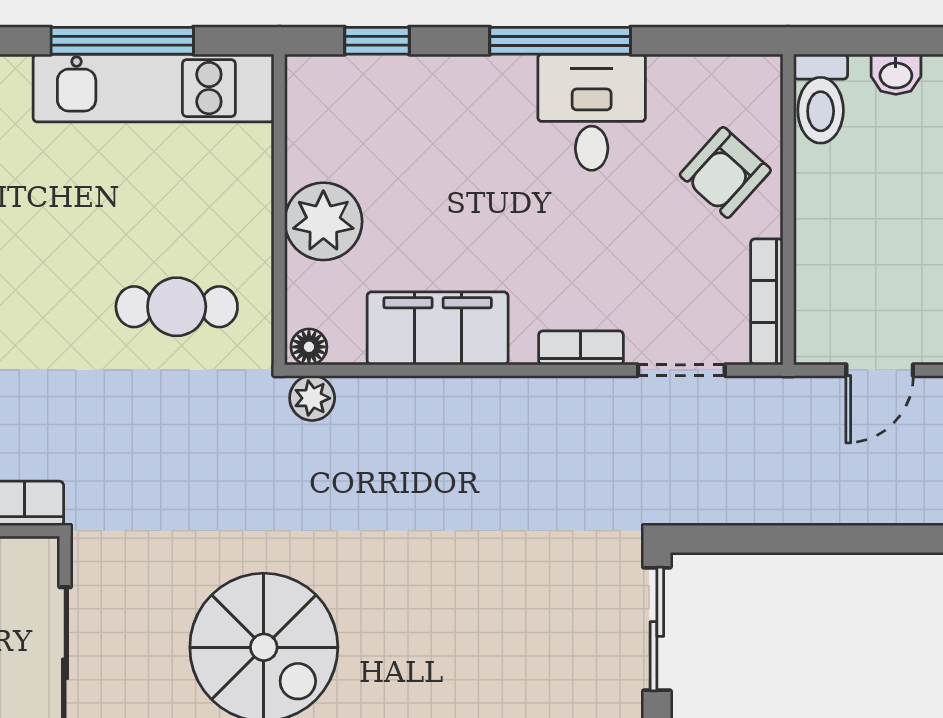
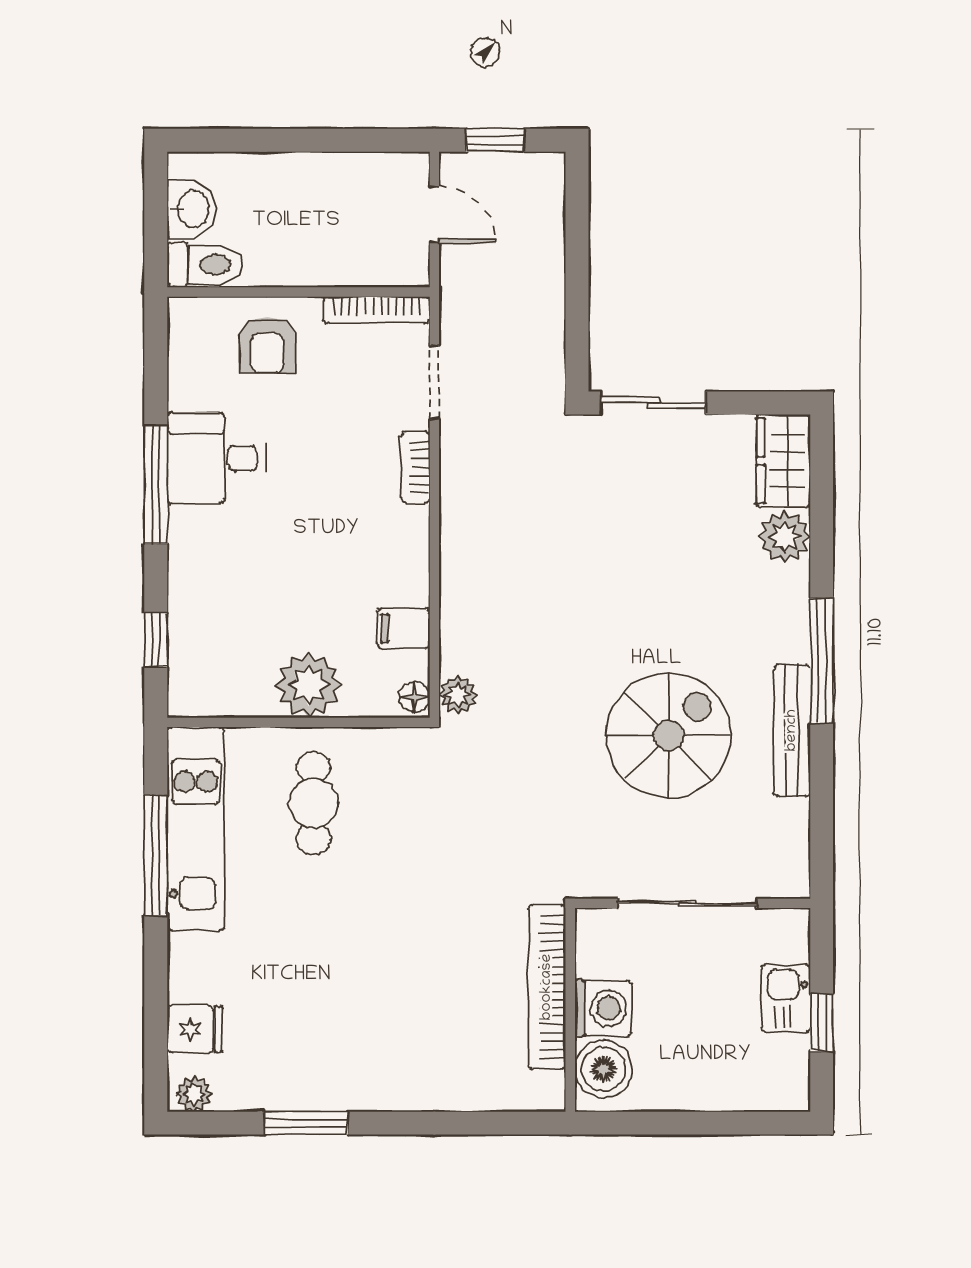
washbasin: (896, 74) -> (192, 209), width x1.38, depth x1.45
armchair: (725, 172) -> (267, 345), turned 48
cafe table: (177, 307) -> (313, 803), moved
filing cabinet: (438, 328) -> (403, 628), width x0.33, depth x0.86

